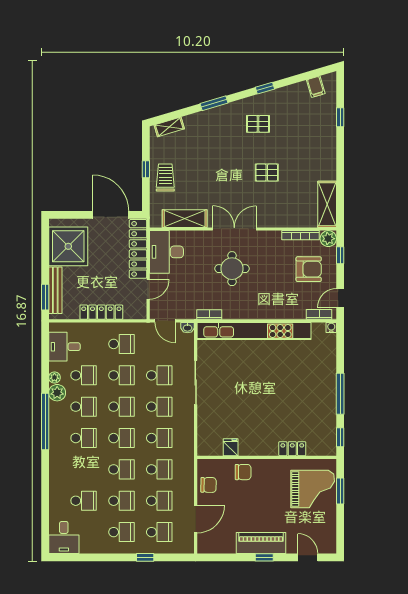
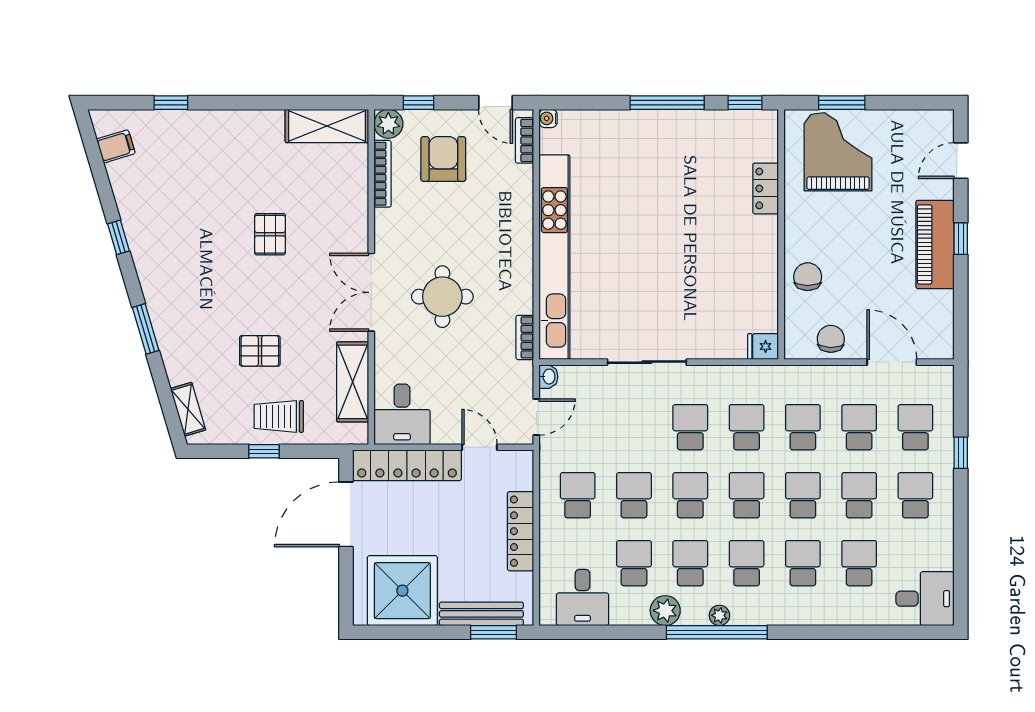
pallet: (258, 124) -> (260, 351), moved, turned 90
desk: (166, 252) -> (402, 414), width x0.73
school desk: (159, 375) -> (803, 563), moved
plant: (54, 377) -> (719, 615), moved
fridge: (231, 447) -> (763, 346), moved

